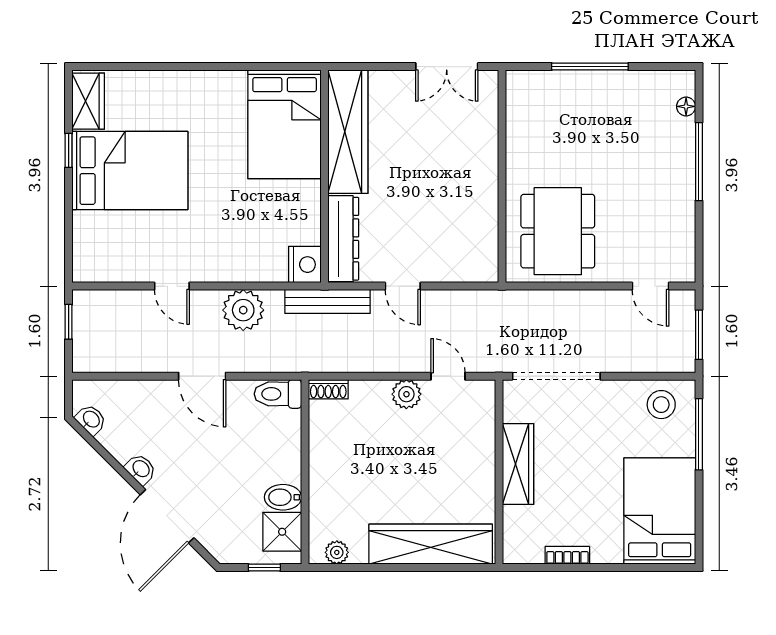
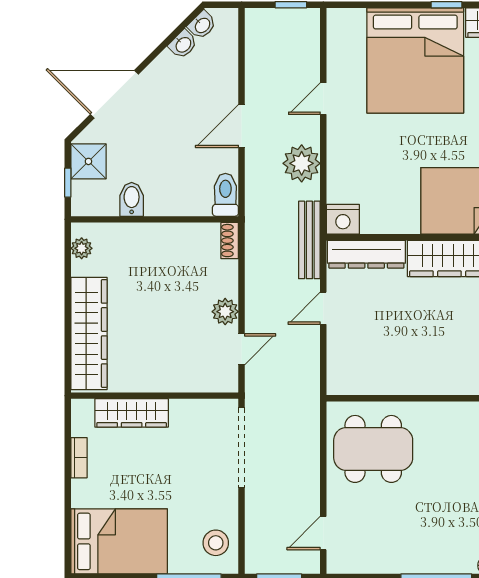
bed: (130, 171) -> (415, 60), width x1.36
wardrobe: (518, 464) -> (132, 413), moved
washbasin: (141, 469) -> (183, 44), moved
shower: (282, 532) -> (88, 161), moved

